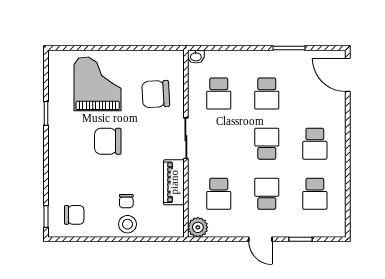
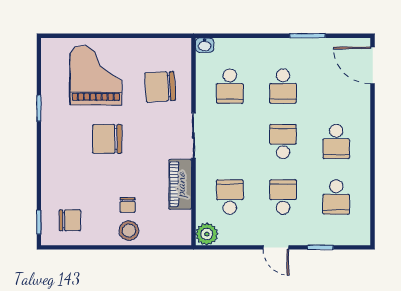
school desk: (219, 194) -> (230, 197), turned 180

